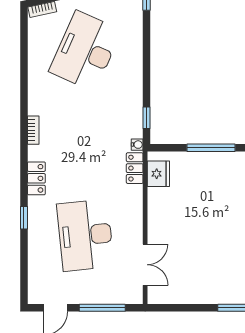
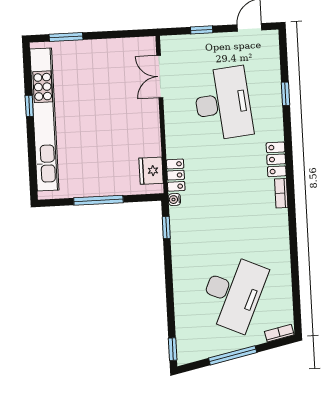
bookcase: (33, 130) -> (281, 193), moved
window: (24, 218) -> (286, 94), moved
window: (102, 308) -> (202, 30), width x0.46

